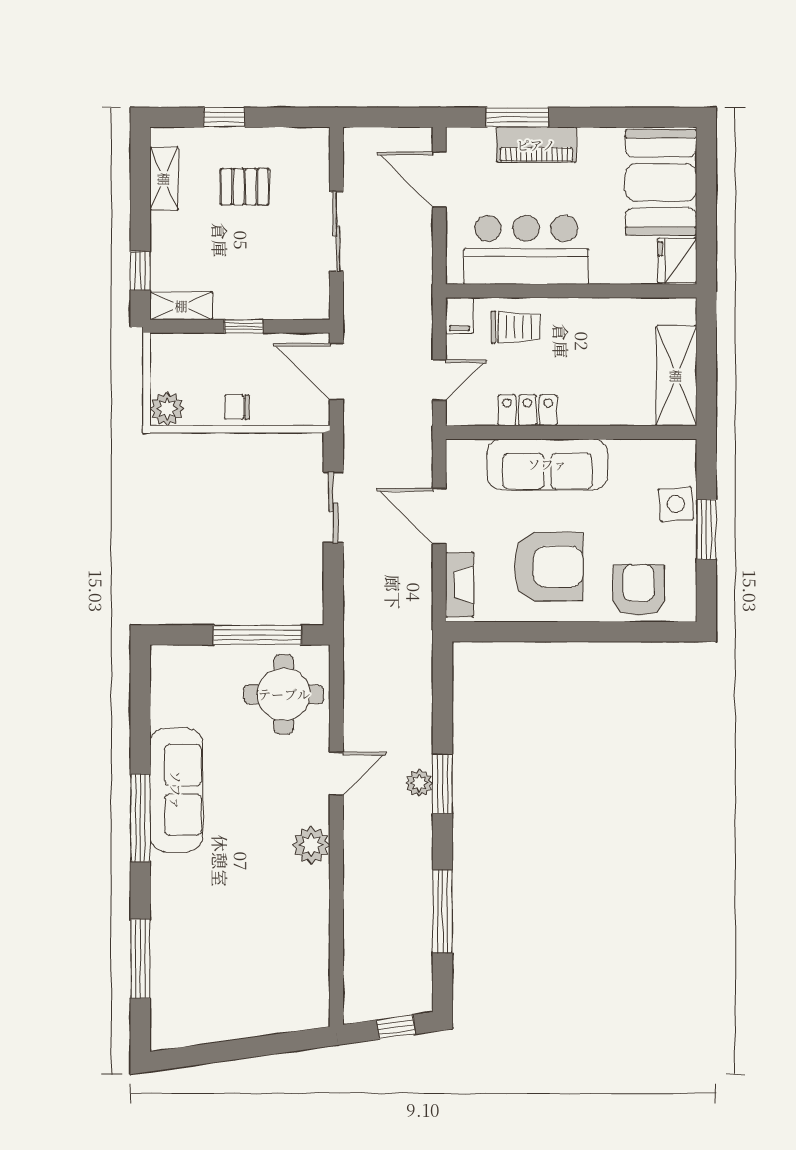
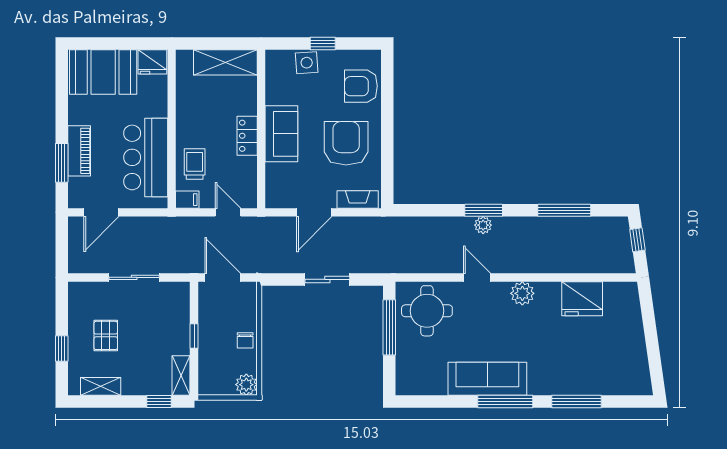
door: (336, 372) -> (223, 277), swing flipped
locker: (527, 410) -> (247, 136), moved
sofa: (547, 464) -> (281, 134), width x0.73
sliding door: (333, 507) -> (327, 279), moved
window: (706, 530) -> (323, 43), width x0.67
fridge: (303, 939) -> (582, 299), added
window: (140, 959) -> (577, 402), moved

